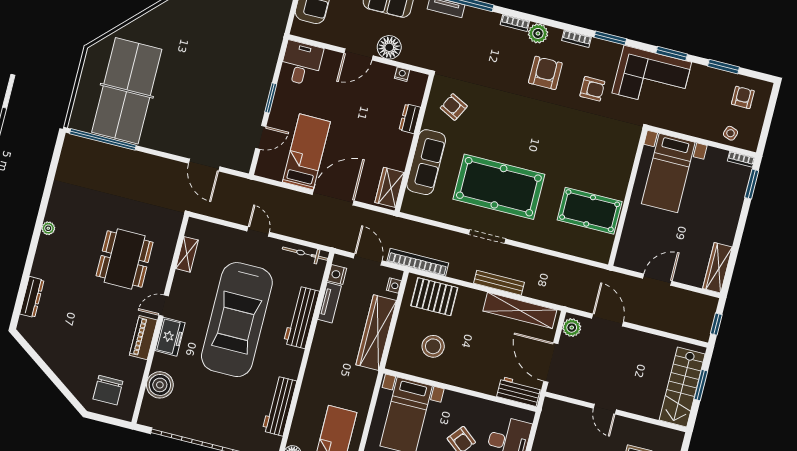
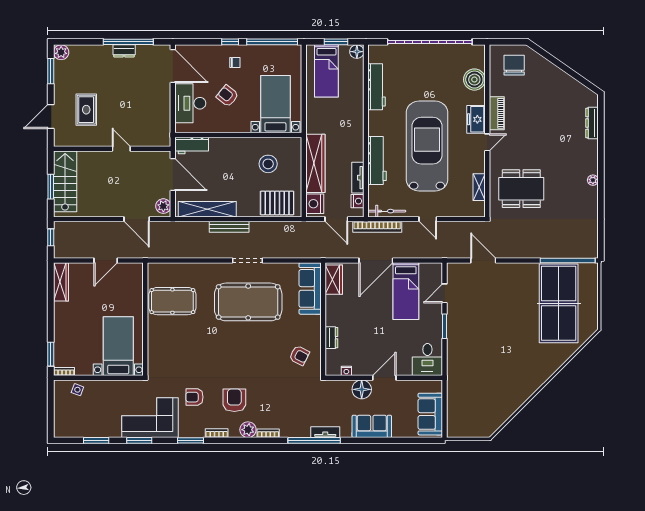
armchair: (545, 73) -> (234, 400), turned 180
armchair: (743, 97) -> (75, 420), removed
sofa: (426, 162) -> (310, 288), moved
dining table: (125, 259) -> (521, 189), moved, turned 90
bookcase: (418, 262) -> (377, 227), moved
nightstand: (394, 286) -> (315, 204), width x1.89, depth x1.79

